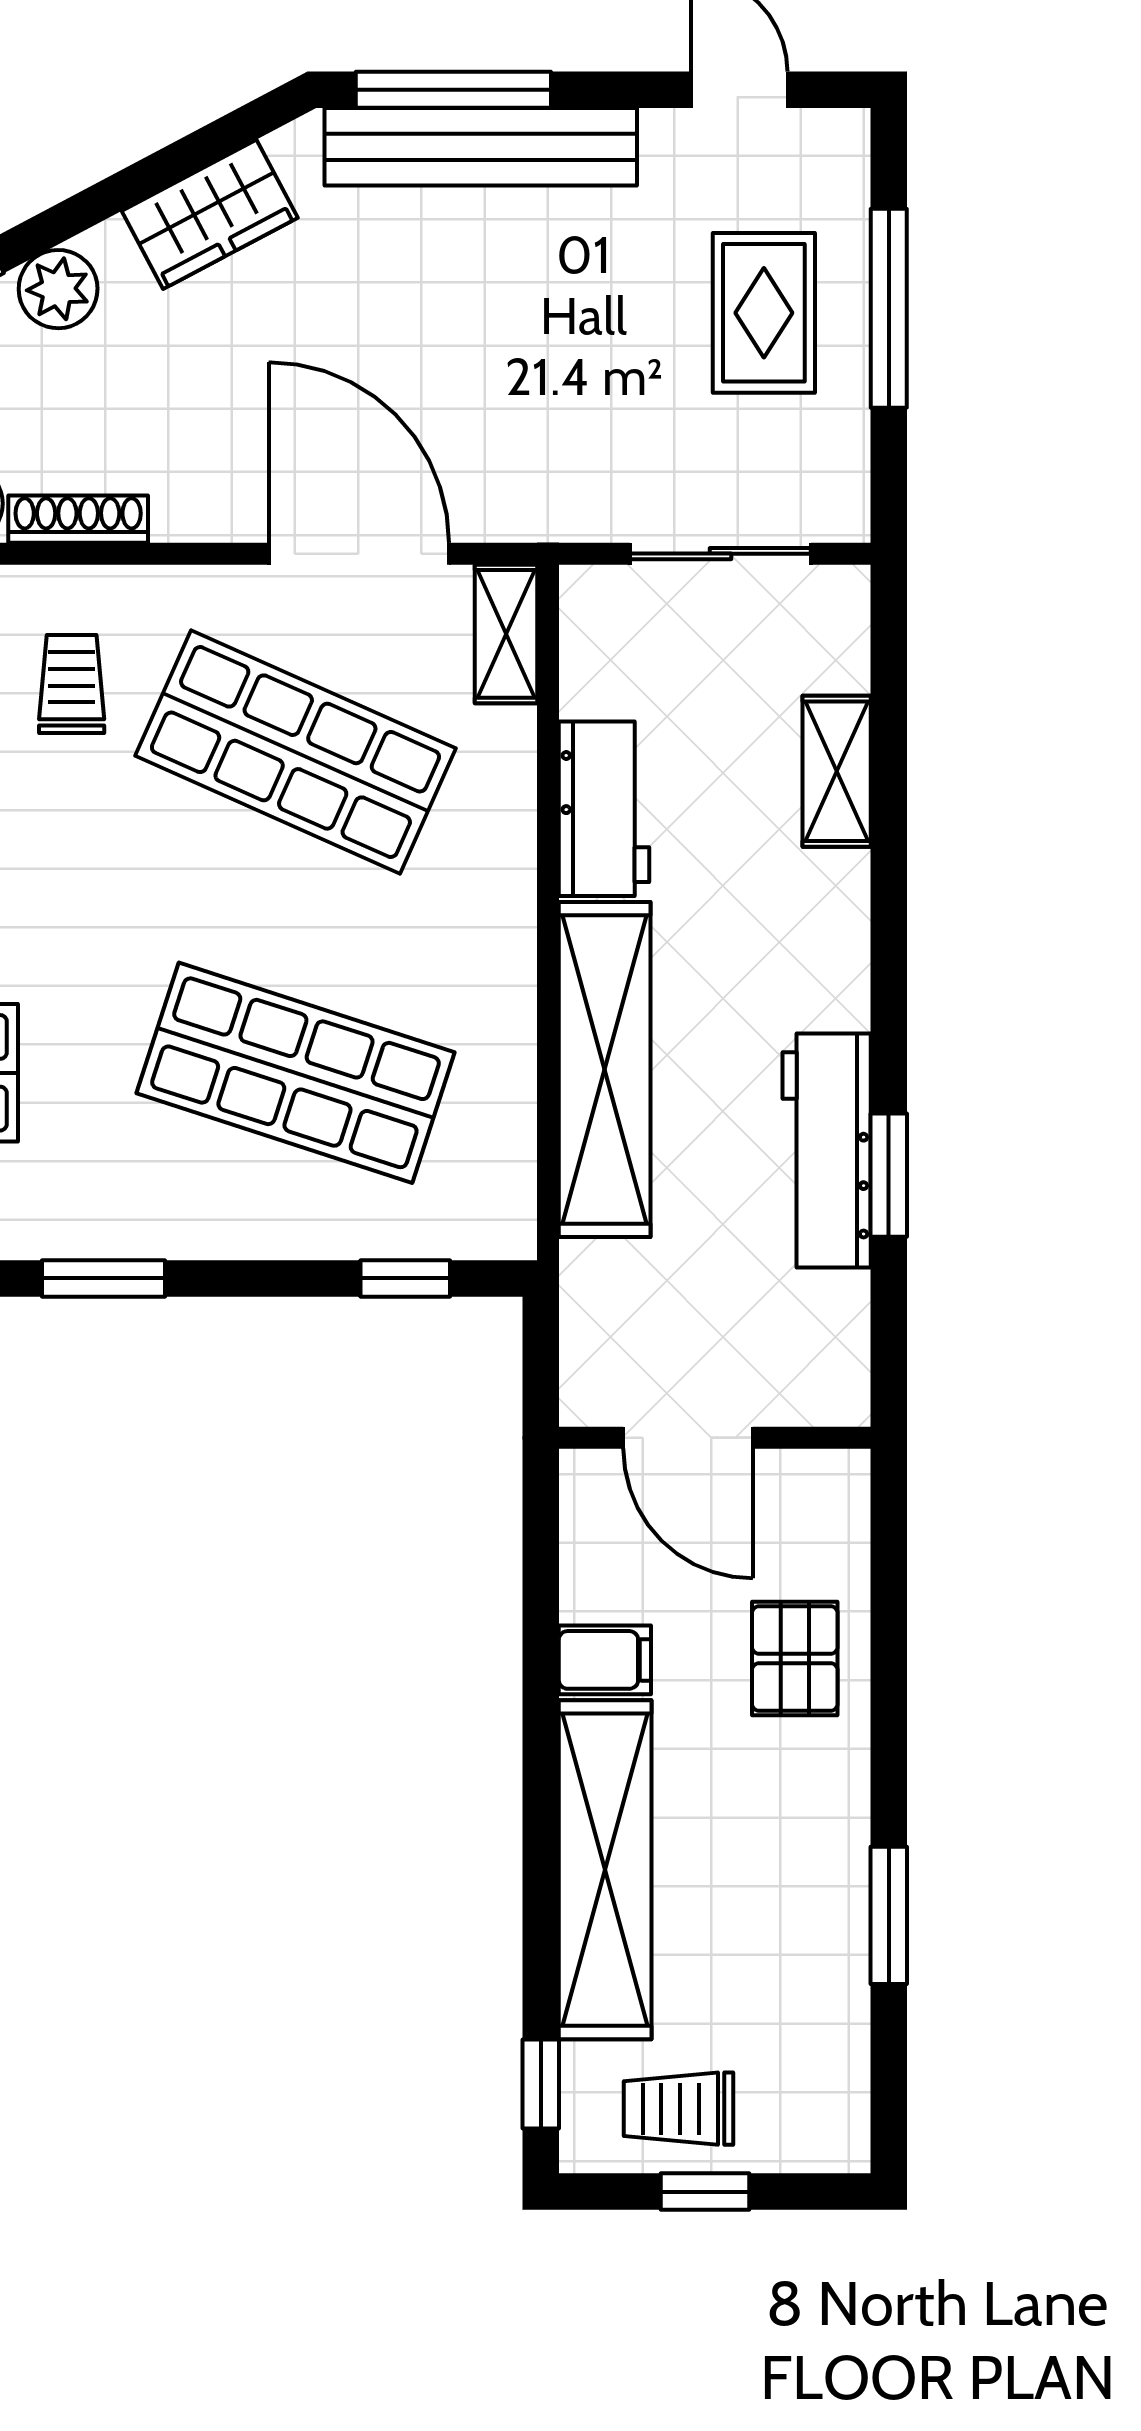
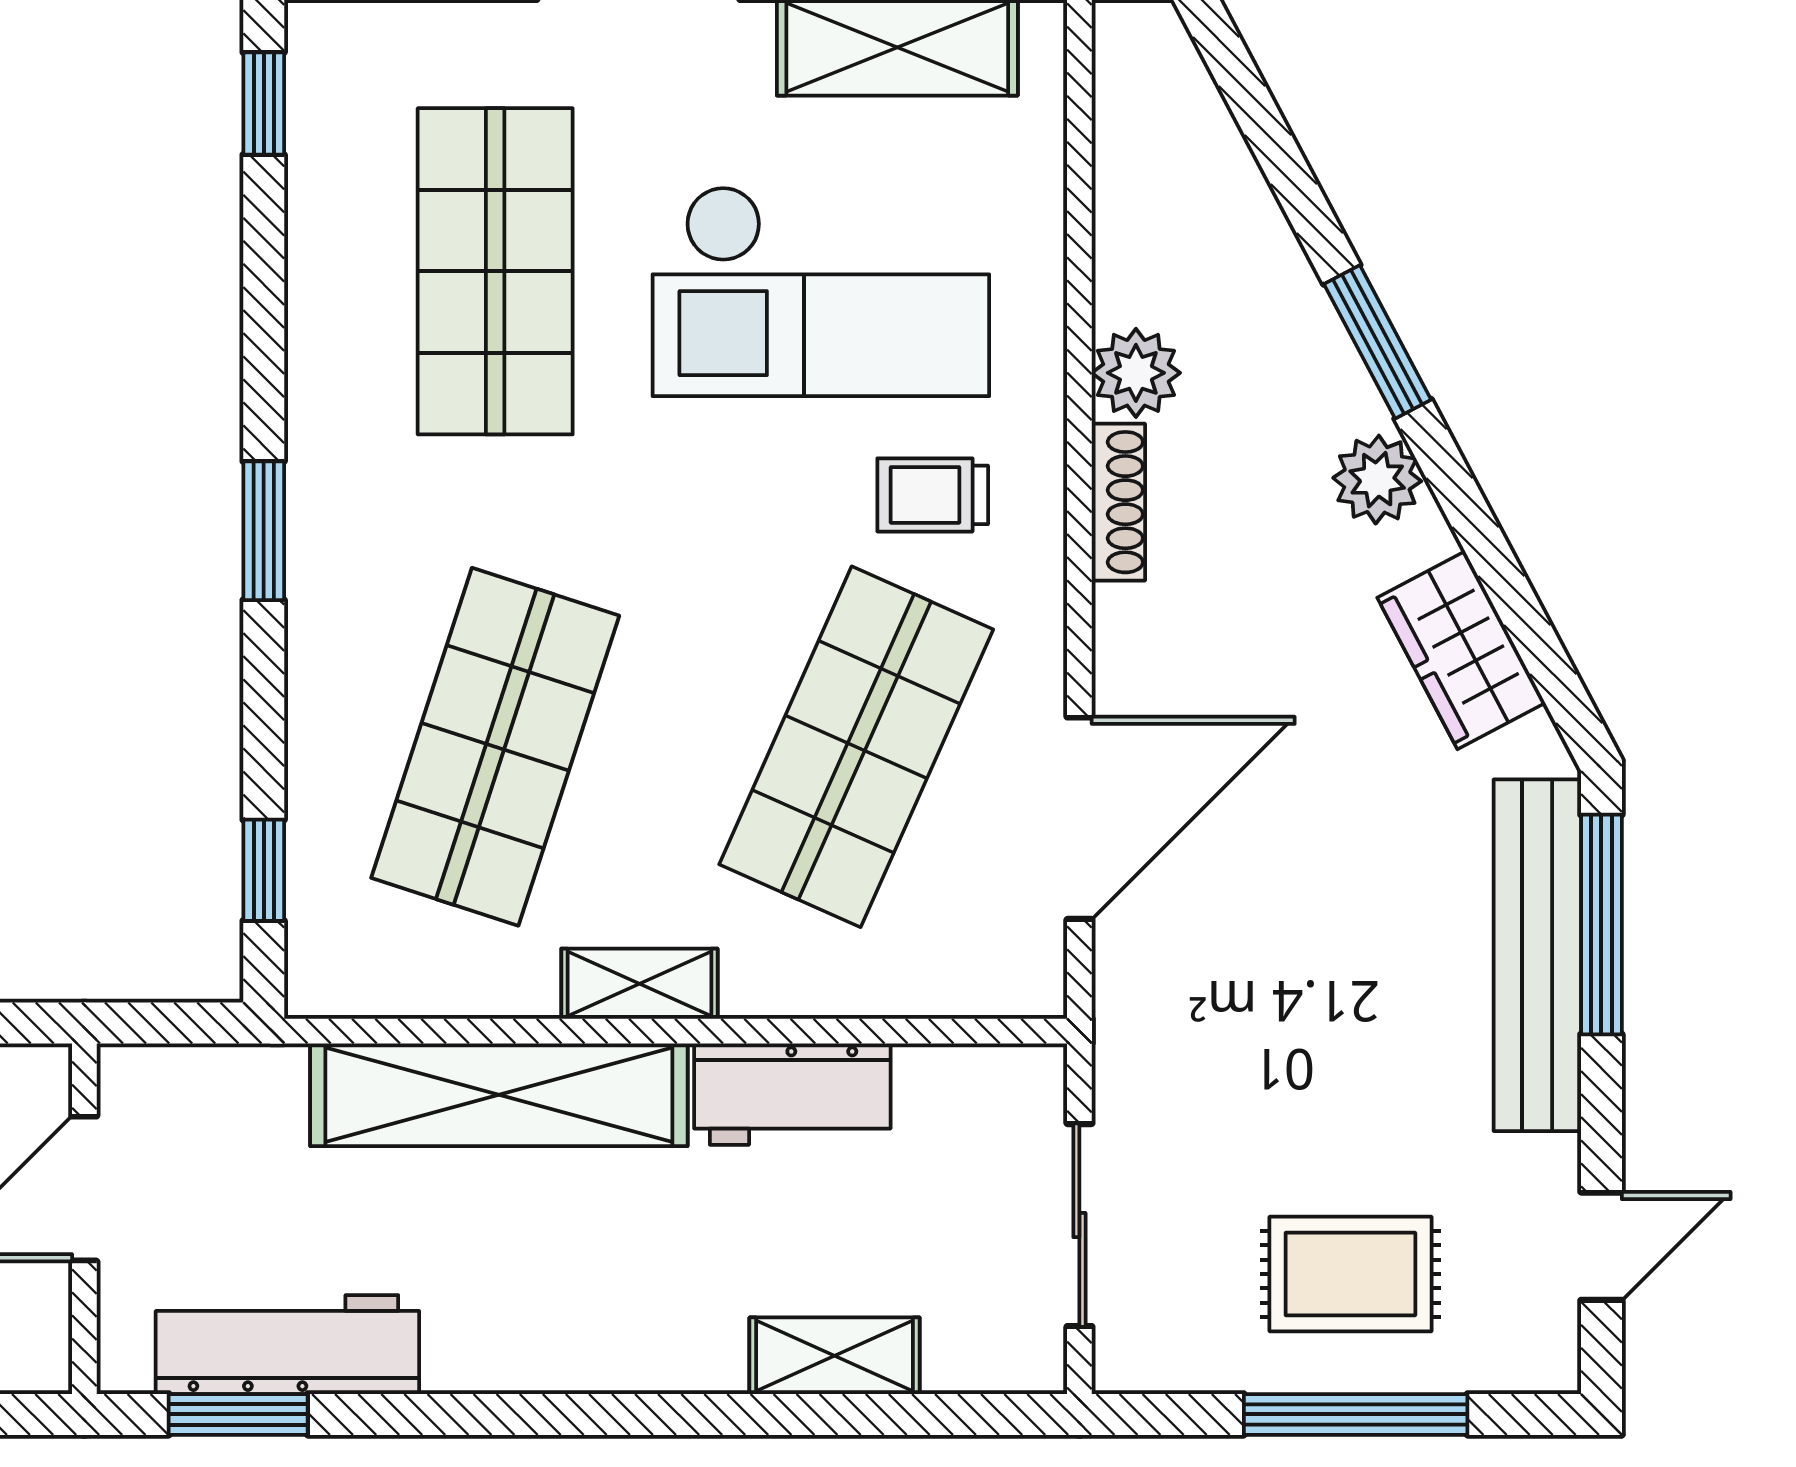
shelving: (506, 634) -> (639, 984), moved
trolley: (72, 684) -> (933, 495), turned 180
workbench: (827, 1150) -> (287, 1345), moved
window: (889, 1175) -> (238, 1414), moved

